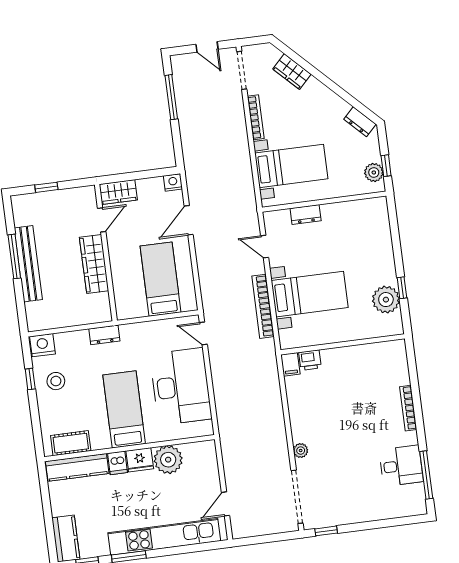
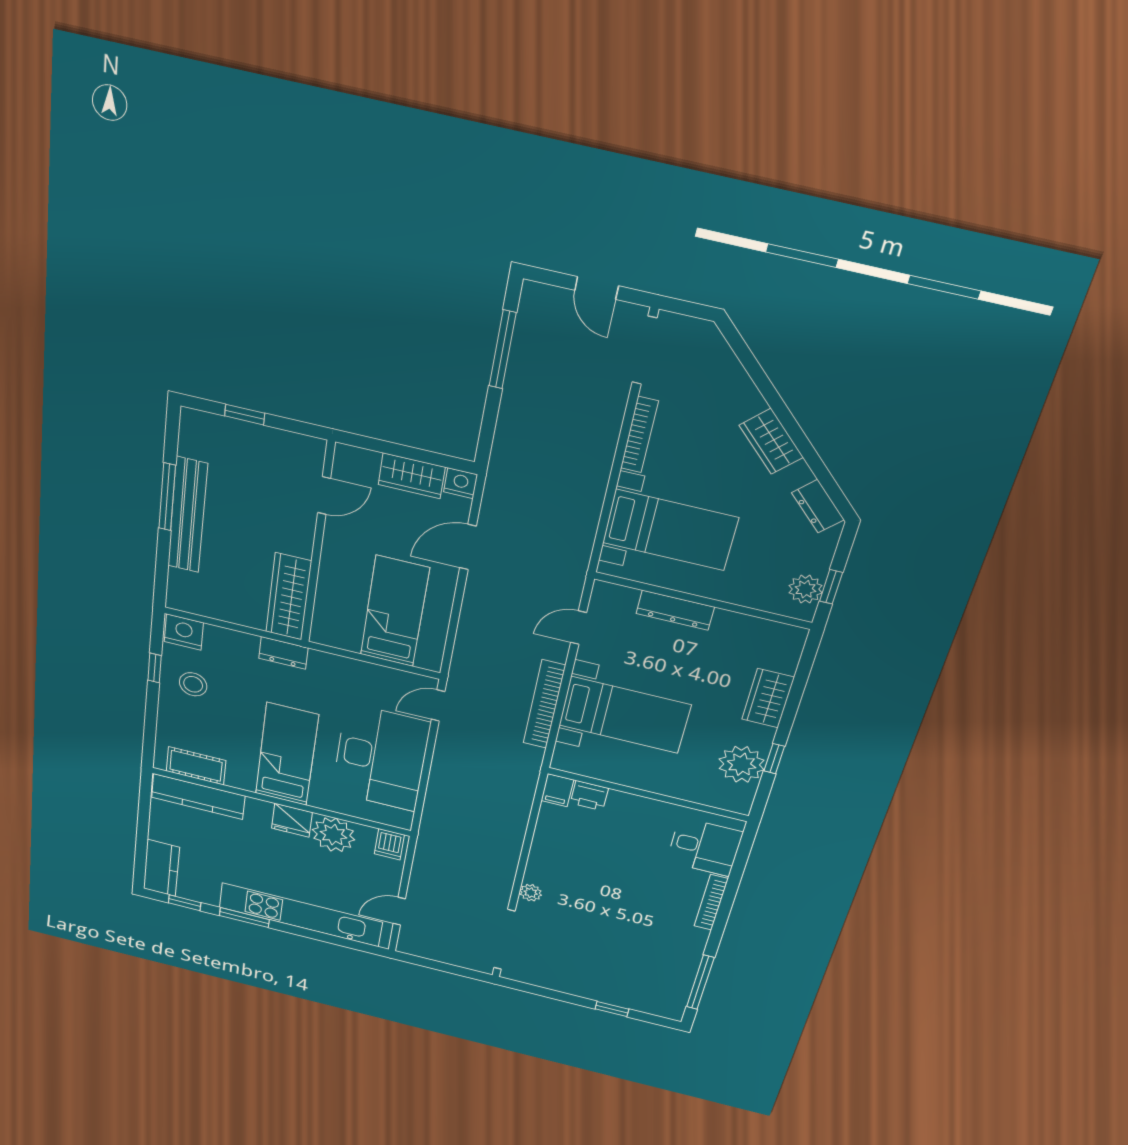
wardrobe: (292, 72) -> (771, 441), moved
wardrobe: (118, 192) -> (412, 476), moved
dresser: (306, 215) -> (675, 610), width x1.44
door: (265, 247) -> (579, 628), hinge flipped
wardrobe: (382, 249) -> (768, 698), added
wardrobe: (94, 264) -> (289, 597), moved
door: (203, 333) -> (438, 705), hinge flipped
dishwasher: (118, 463) -> (389, 844), moved
desk: (401, 466) -> (705, 847), moved
window: (326, 531) -> (612, 1009), moved

